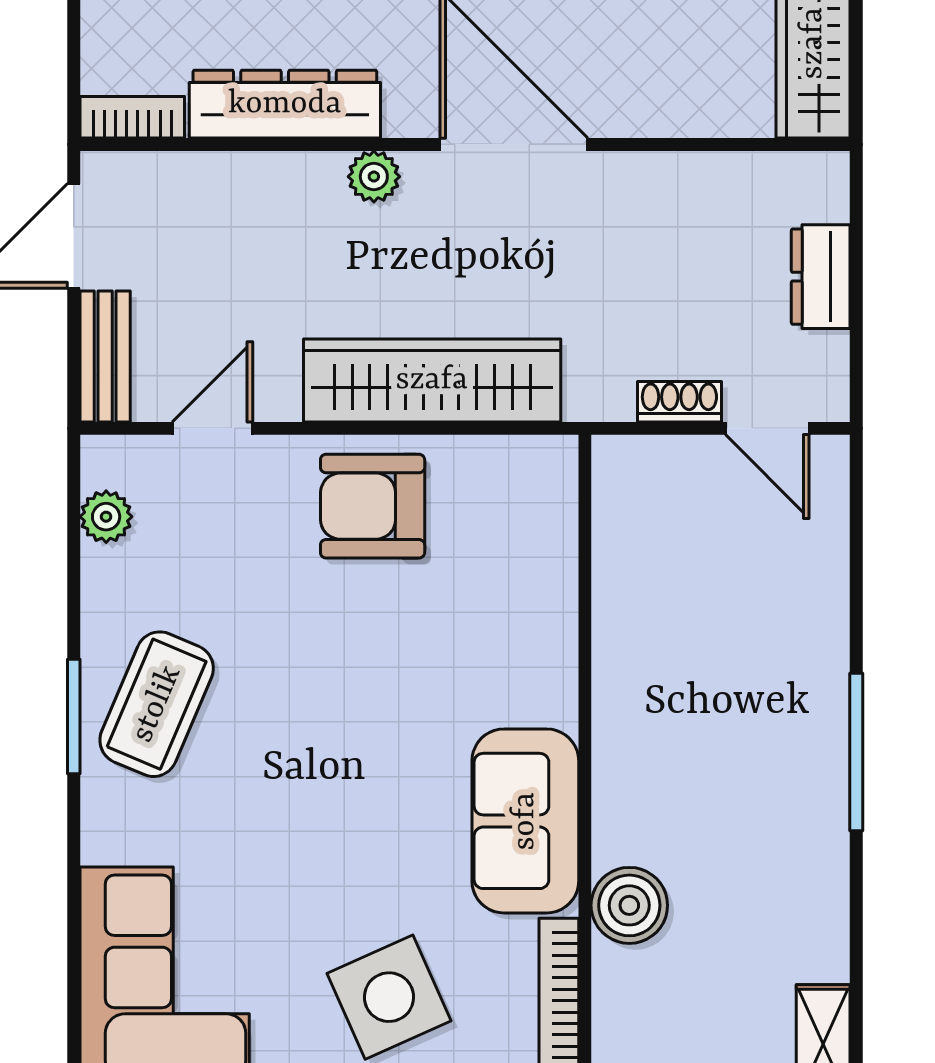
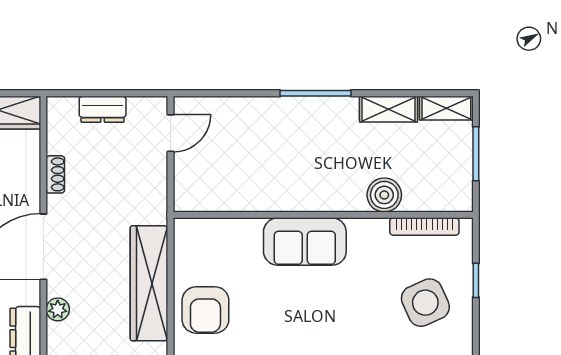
shoe rack: (679, 402) -> (55, 174), moved, turned 180
sofa: (525, 821) -> (305, 242), moved
shelving: (821, 915) -> (389, 109), added

